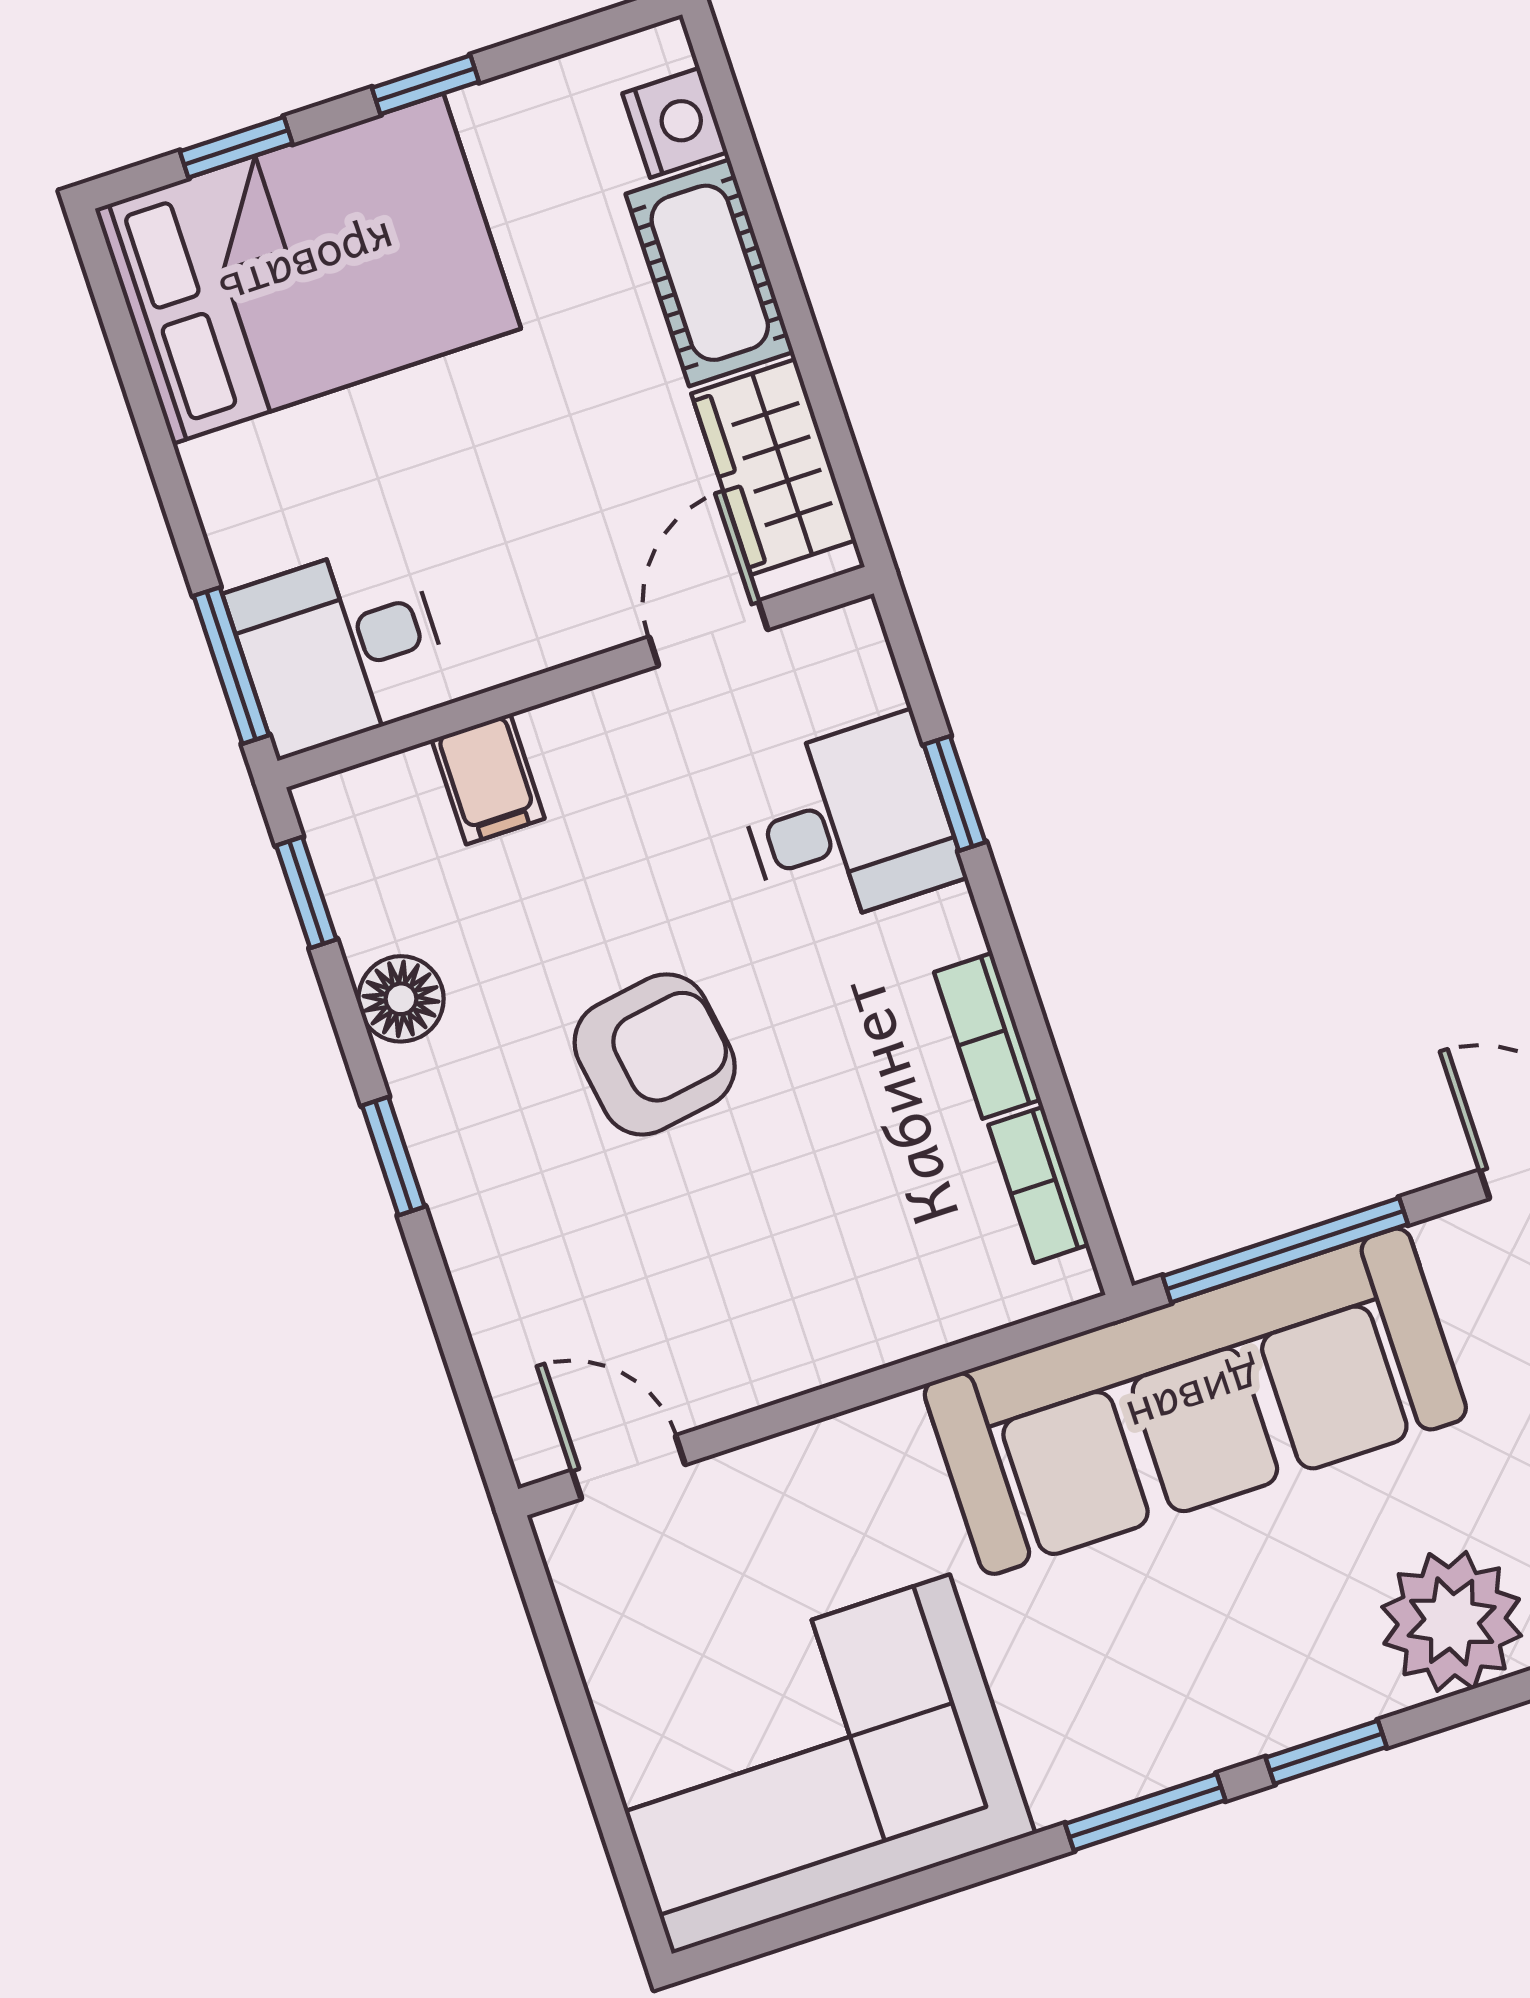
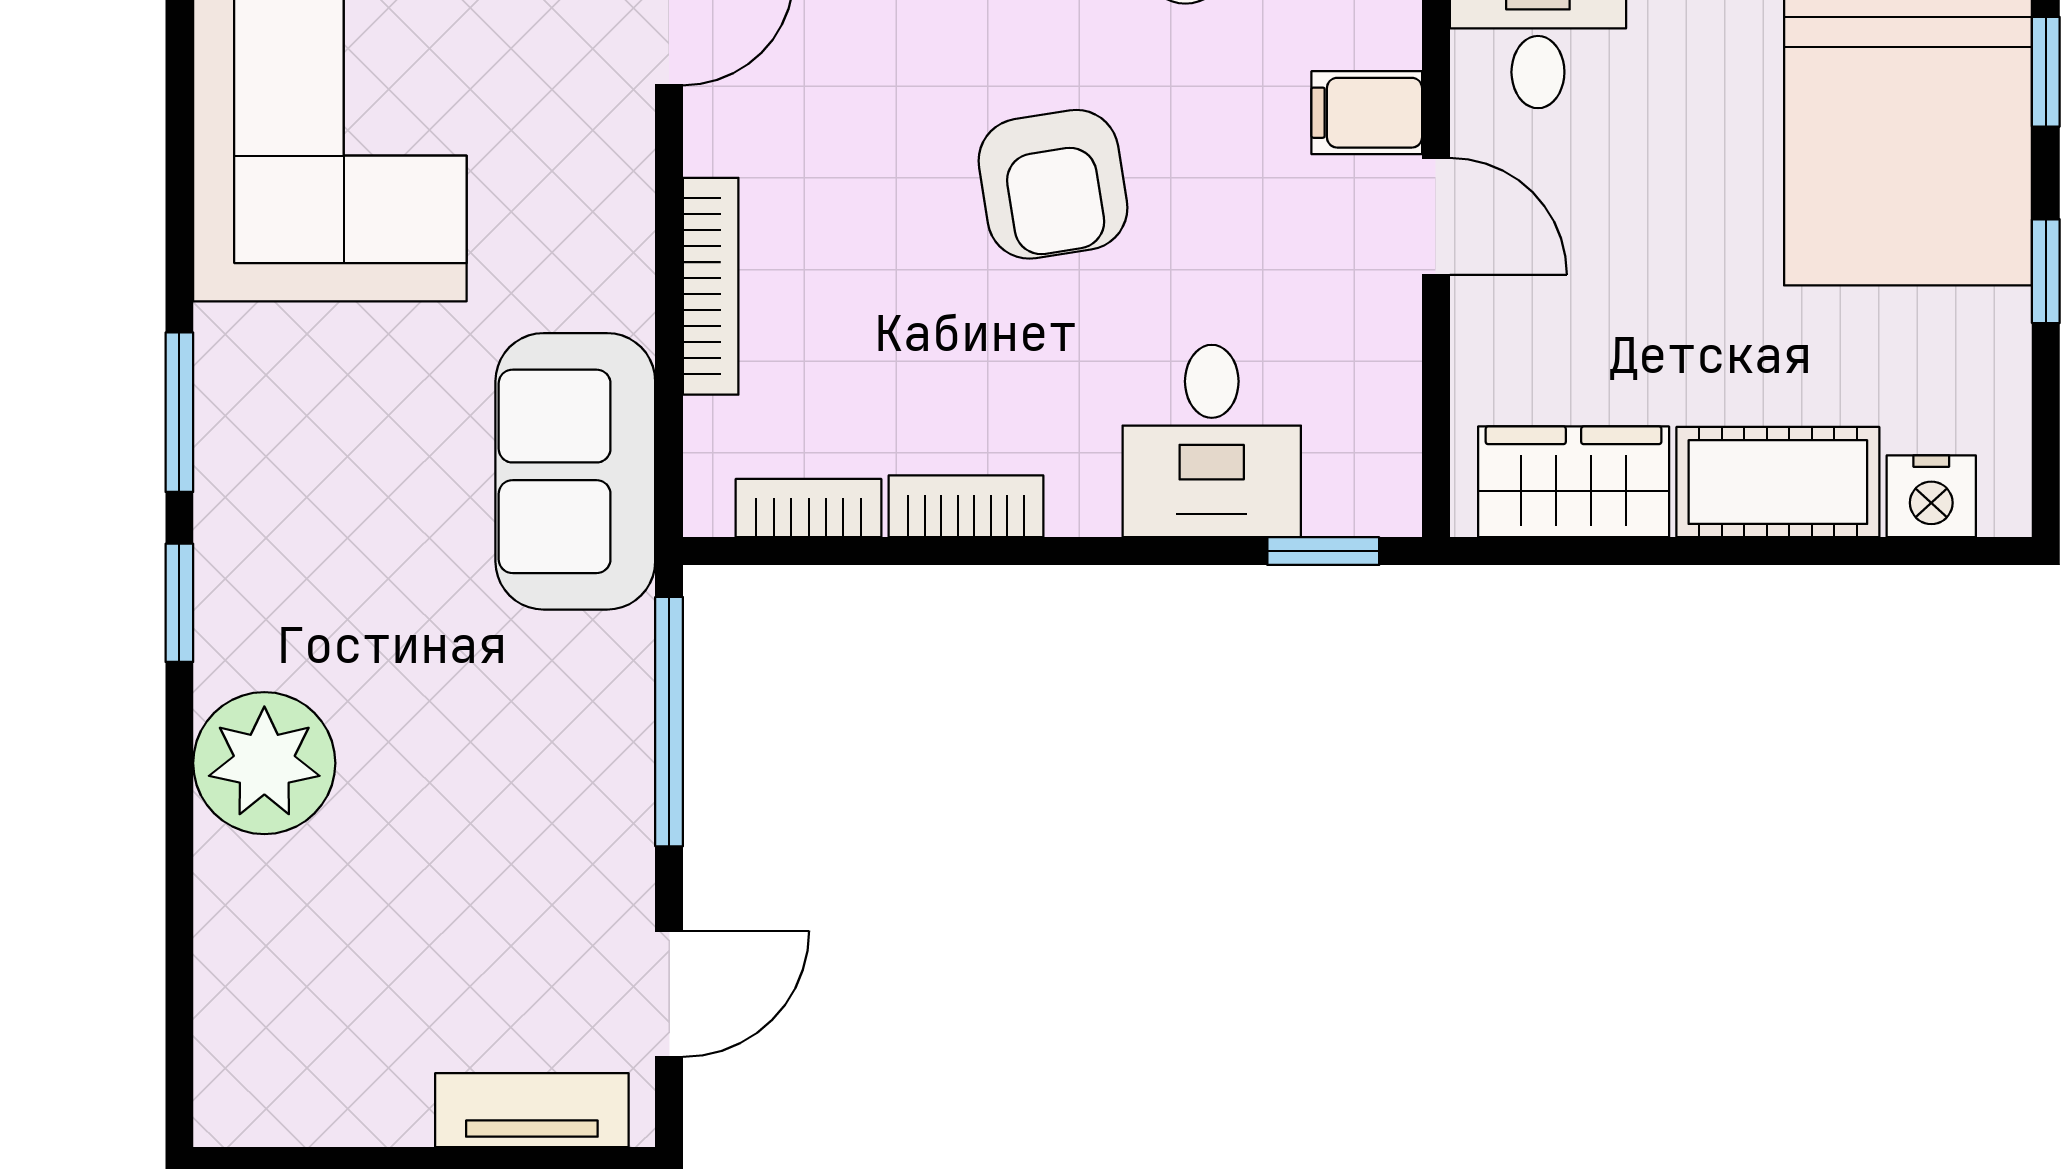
door: (708, 633) -> (1436, 216), moved
window: (955, 793) -> (1323, 551), moved
bookcase: (859, 1347) -> (711, 286), added
sofa: (1195, 1401) -> (575, 471), width x0.54, depth x0.79

